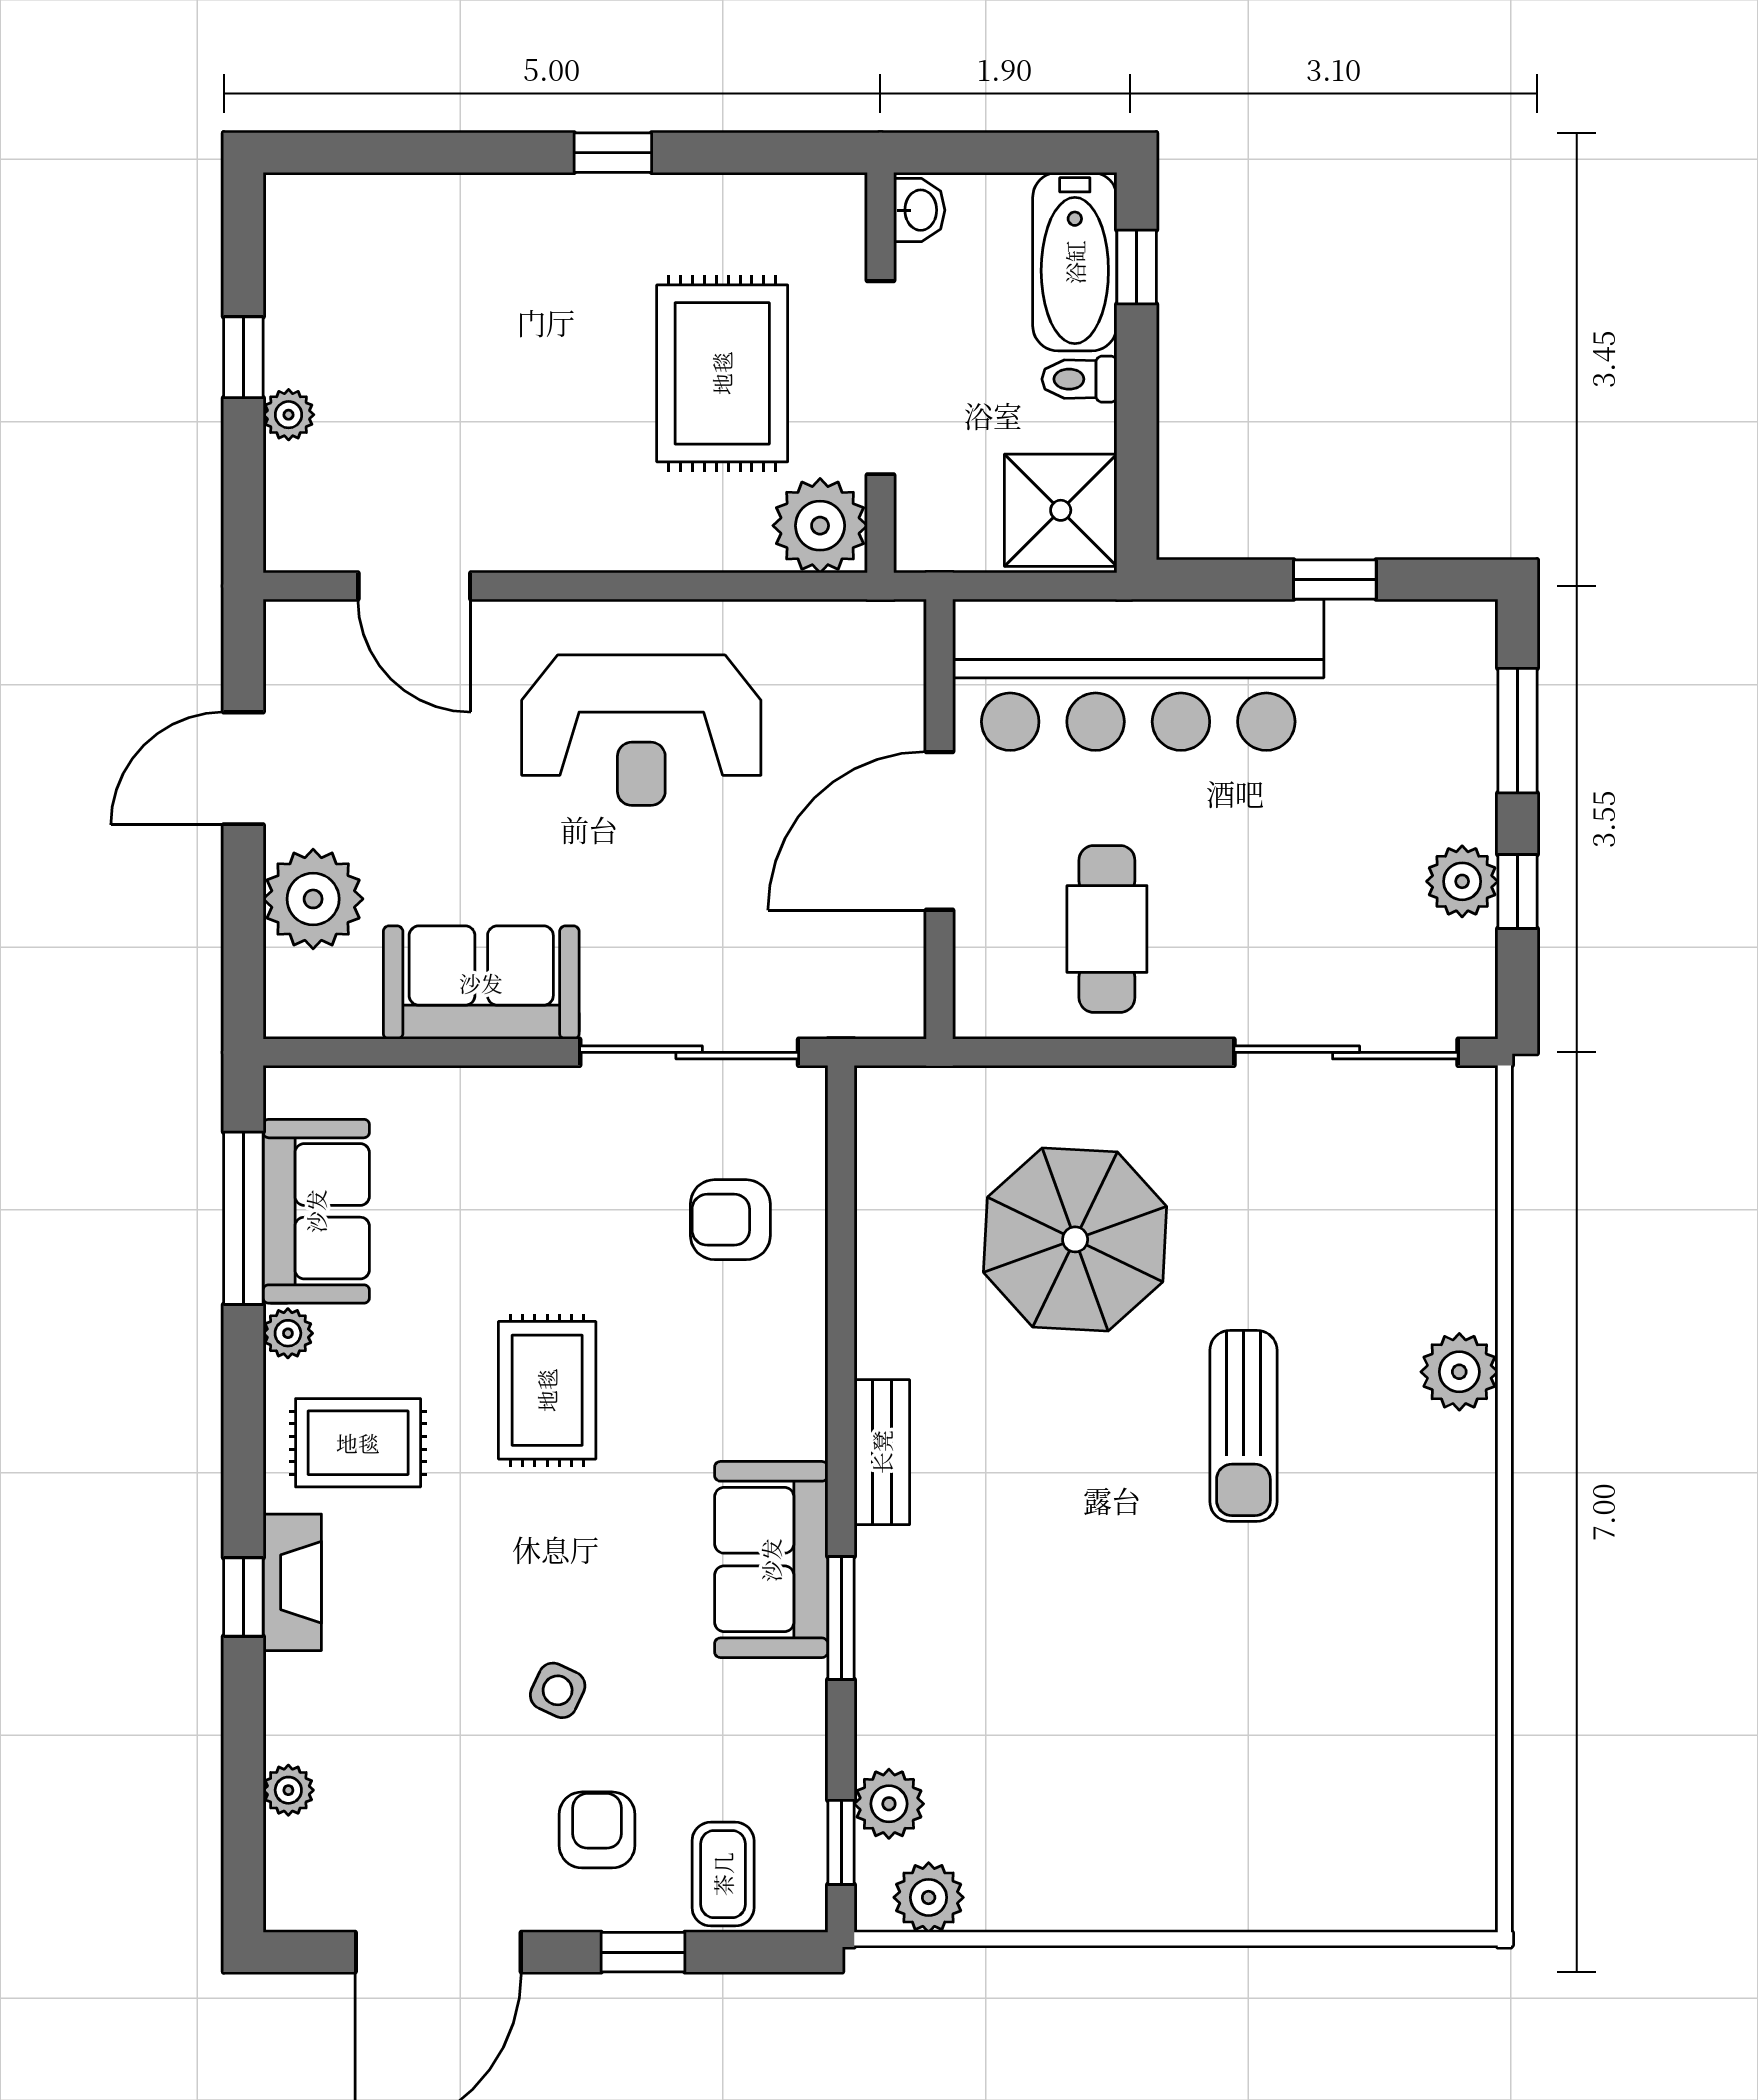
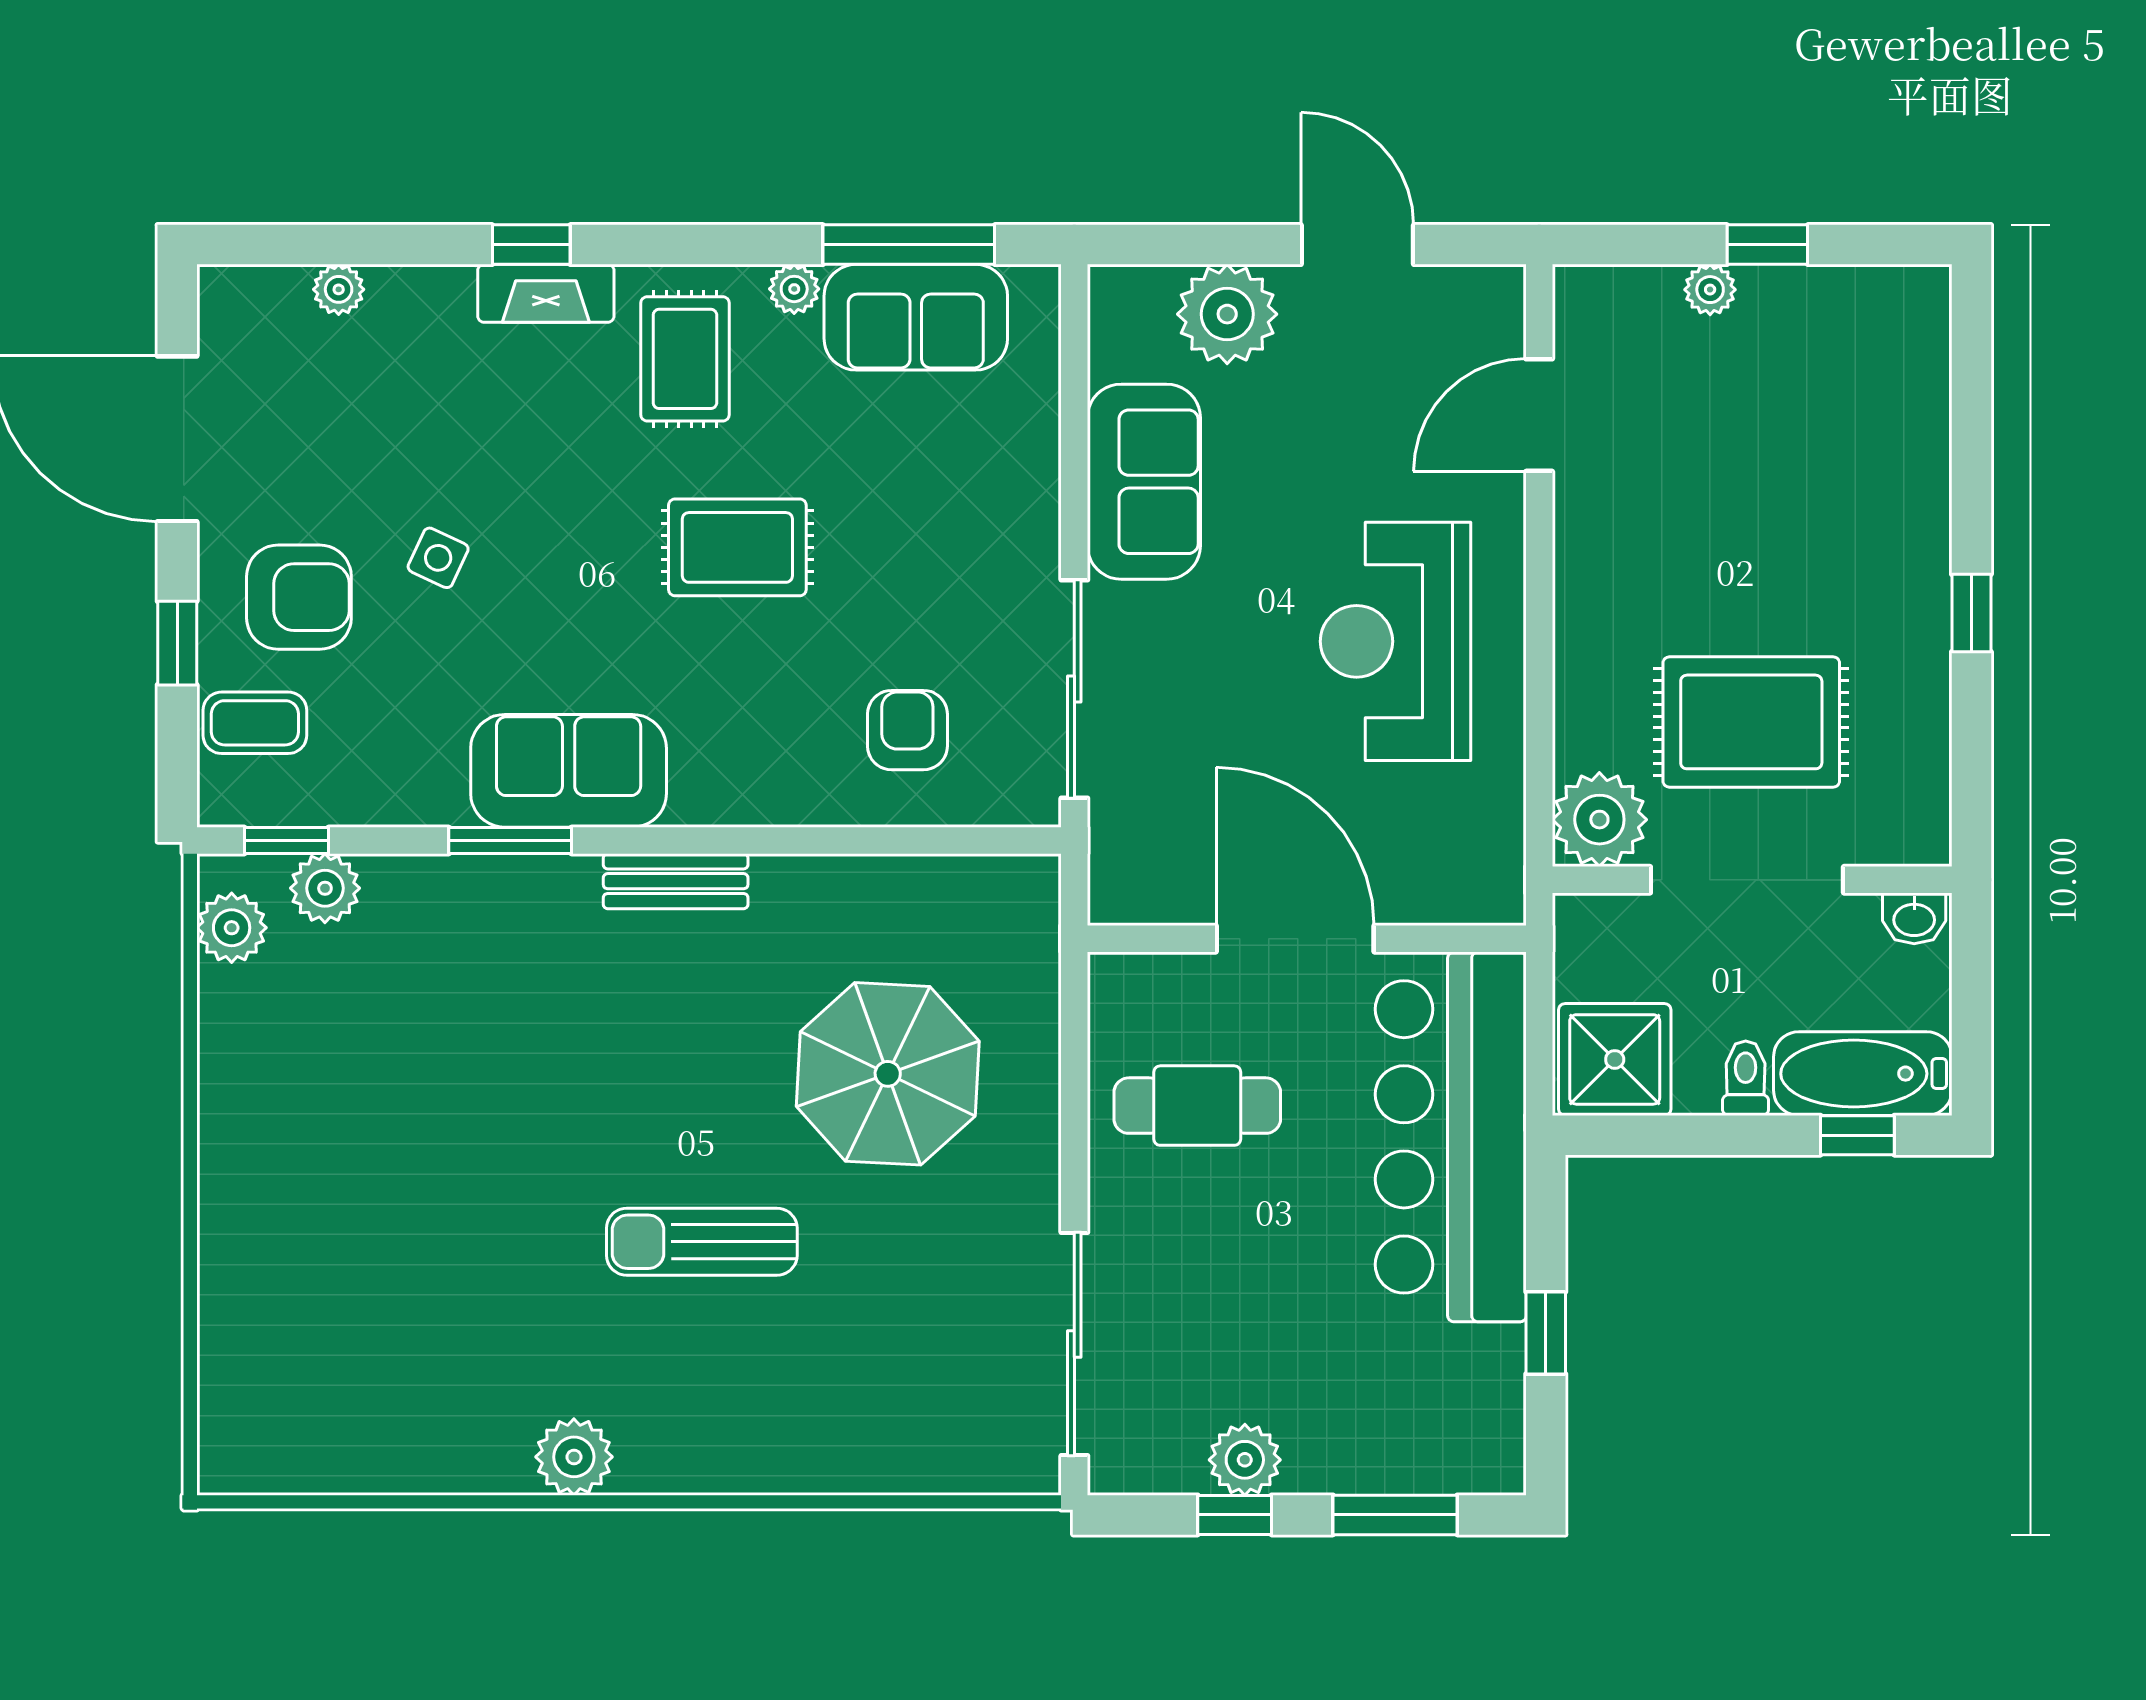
plant: (1459, 1372) -> (574, 1457), moved
armchair: (597, 1830) -> (299, 597), width x1.38, depth x1.38

